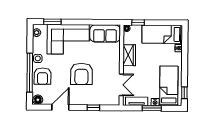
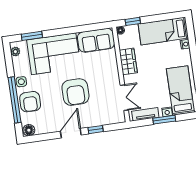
door: (60, 107) -> (71, 133), moved

